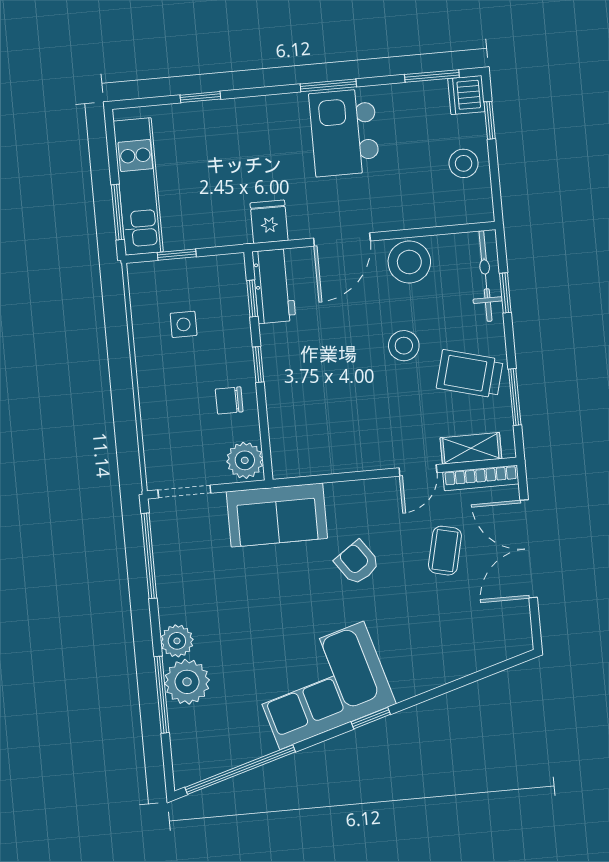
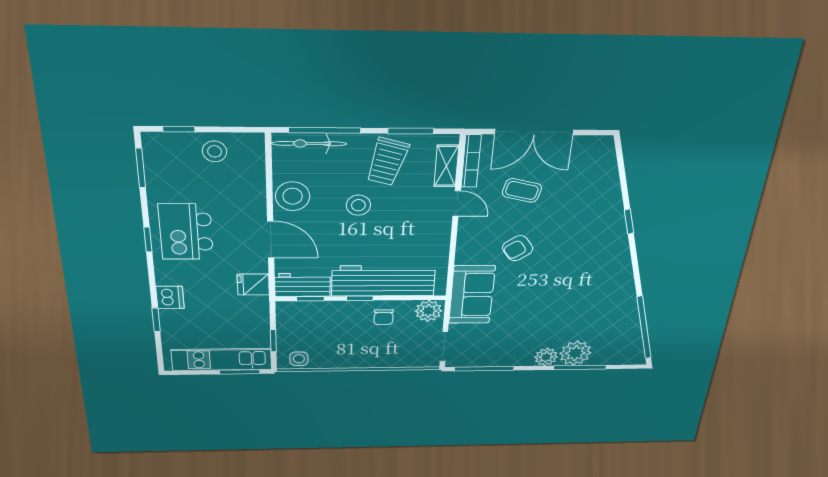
window: (328, 85) -> (148, 240), width x0.67
dishwasher: (466, 95) -> (170, 297), moved, turned -90
kitchen island: (344, 133) -> (186, 232), turned 90
window: (505, 293) -> (325, 130), width x2.17
side table: (184, 324) -> (299, 359), moved
workbench: (290, 392) -> (383, 281), added
corner sofa: (322, 685) -> (600, 276), removed
window: (371, 718) -> (629, 222), moved

